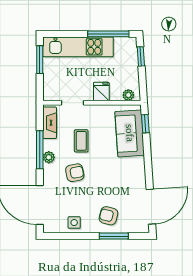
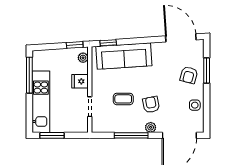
window: (141, 56) -> (75, 45), moved
fireplace: (50, 123) -> (107, 127), removed
sofa: (130, 133) -> (124, 56), width x1.36
plant: (49, 157) -> (151, 127), moved

